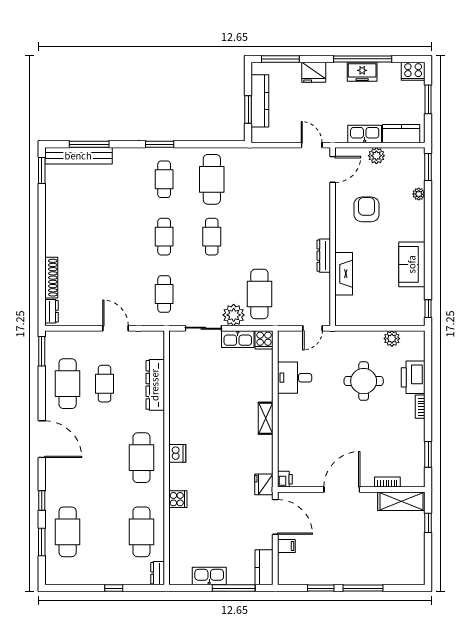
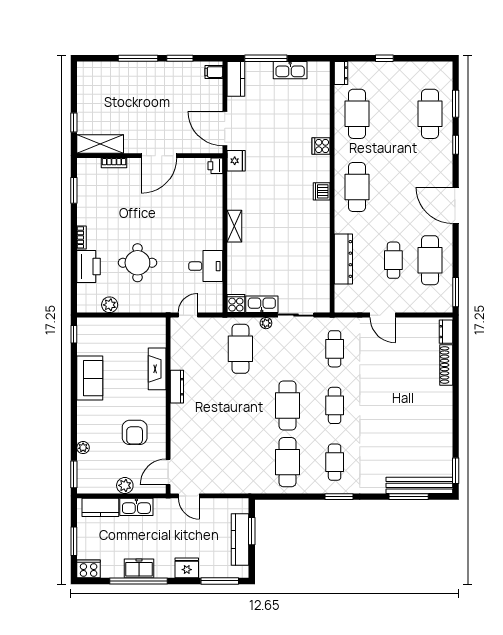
cafe table: (212, 237) -> (287, 405), width x1.37, depth x1.35
plant: (234, 315) -> (266, 323), width x0.53, depth x0.53
filing cabinet: (286, 546) -> (214, 72), moved

